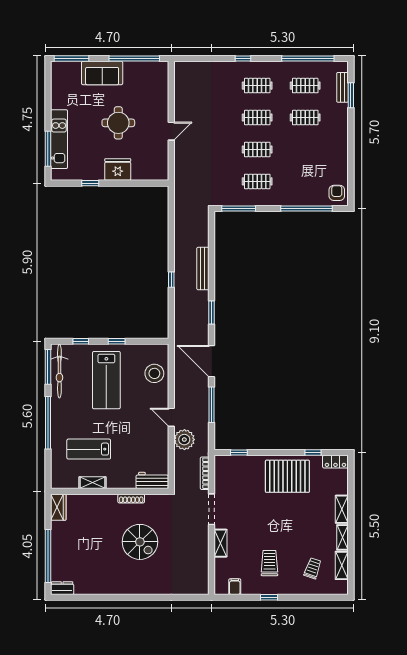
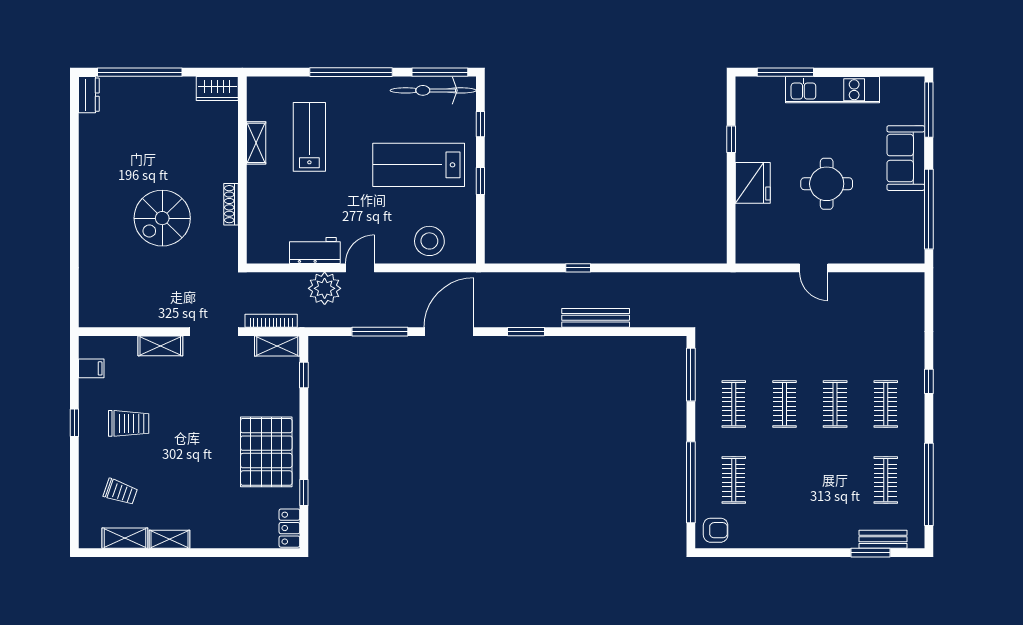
clothes rail: (305, 118) -> (734, 480), moved
kitchen unit: (59, 139) -> (833, 90), moved
workbench: (152, 480) -> (315, 250), moved, turned -90
shelving: (342, 509) -> (277, 346), moved

